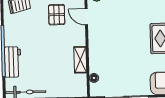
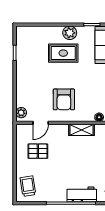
armchair: (112, 40) -> (64, 99), added

